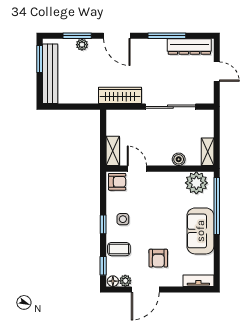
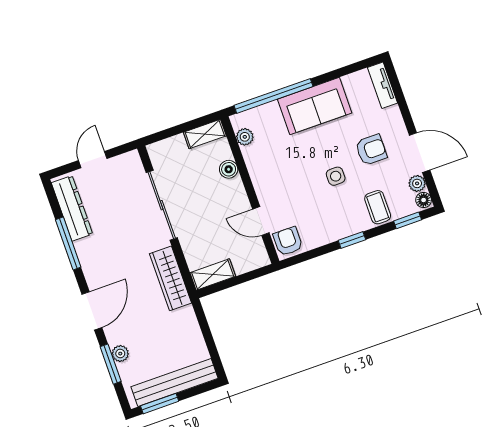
shelving: (113, 151) -> (213, 275), moved
door: (137, 169) -> (261, 221), hinge flipped
plant: (196, 183) -> (245, 137), width x0.53, depth x0.53
side table: (123, 219) -> (336, 176), moved

